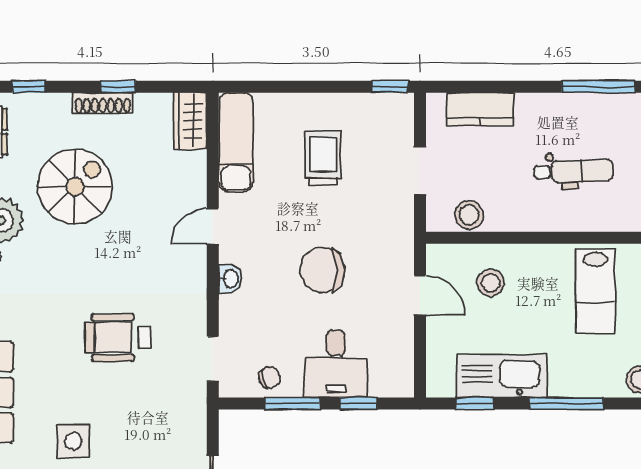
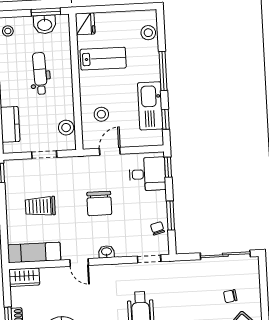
desk: (336, 364) -> (147, 174), moved
window: (358, 403) -> (168, 167), moved

